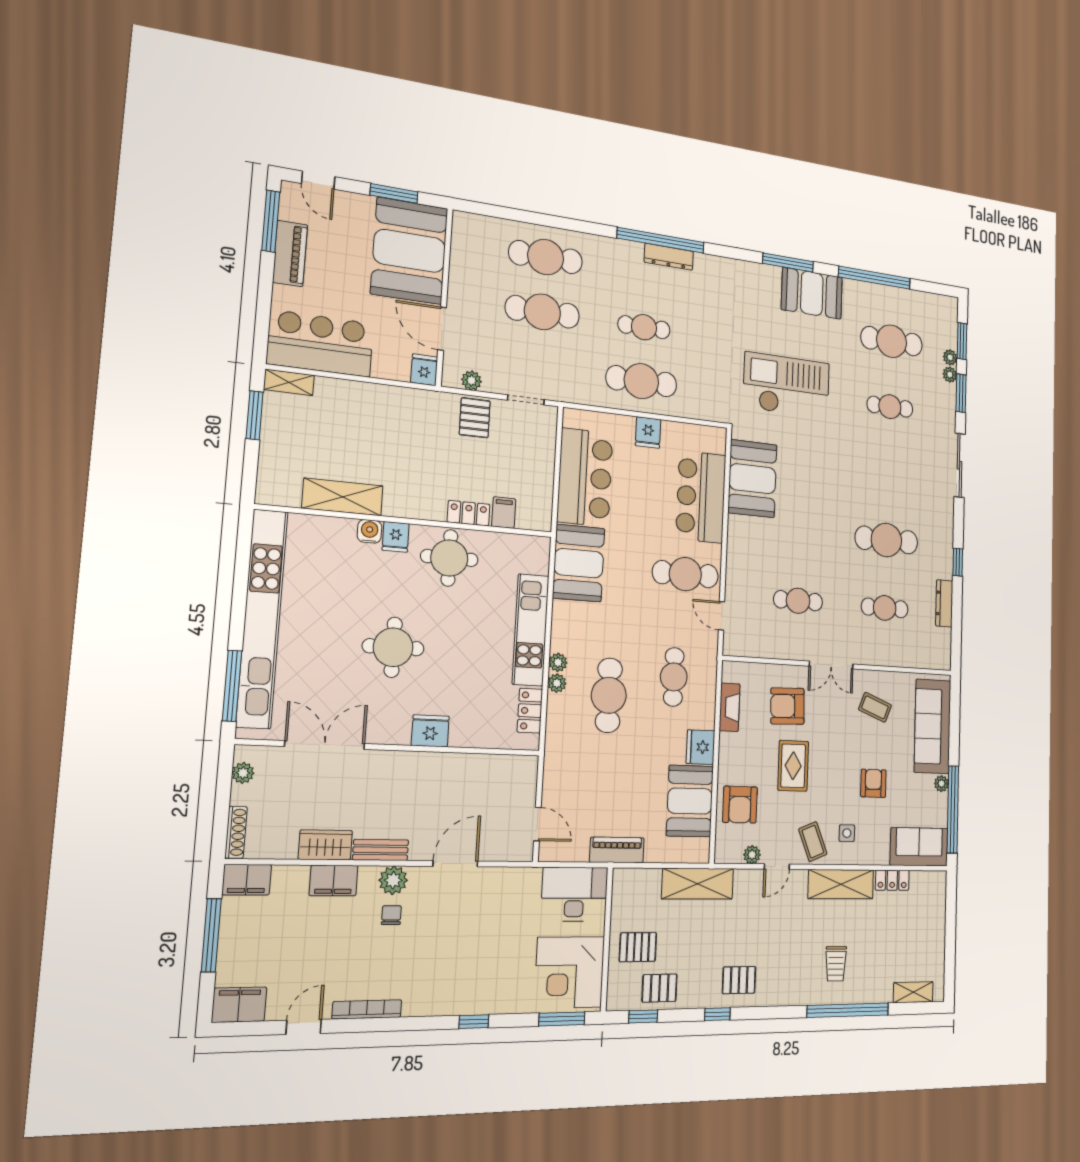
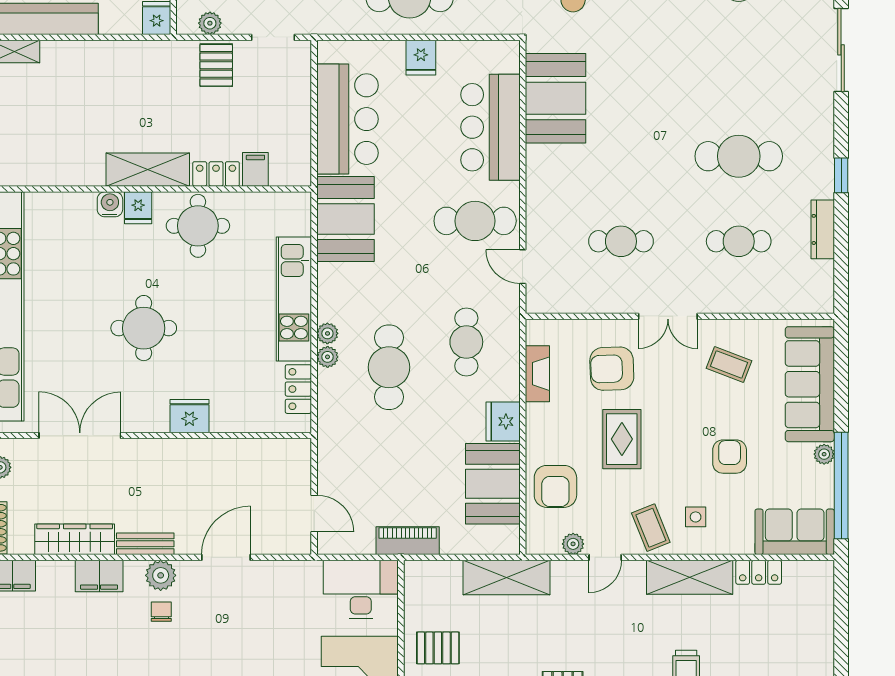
shelving: (343, 497) -> (148, 170), moved
wardrobe: (325, 845) -> (75, 539), width x1.50

